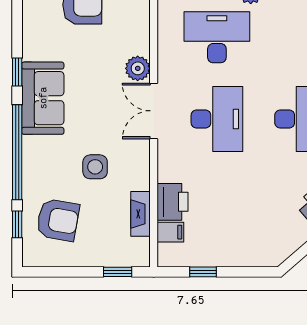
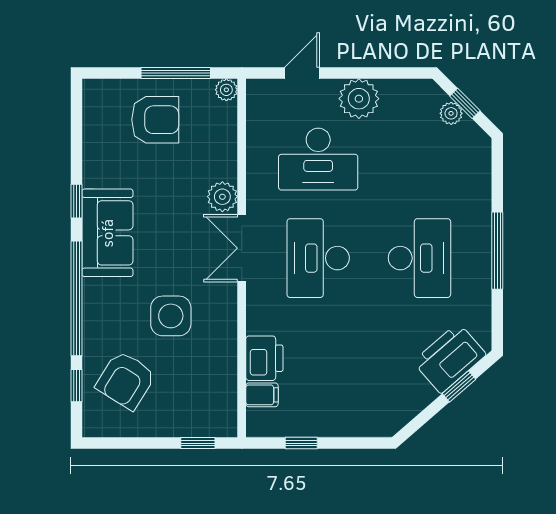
desk: (217, 37) -> (318, 159), turned 180
desk: (217, 119) -> (318, 258), turned 180
side table: (95, 167) -> (171, 316), width x1.37, depth x1.37
fireplace: (141, 214) -> (226, 373), removed
armchair: (58, 220) -> (126, 380), turned 112

